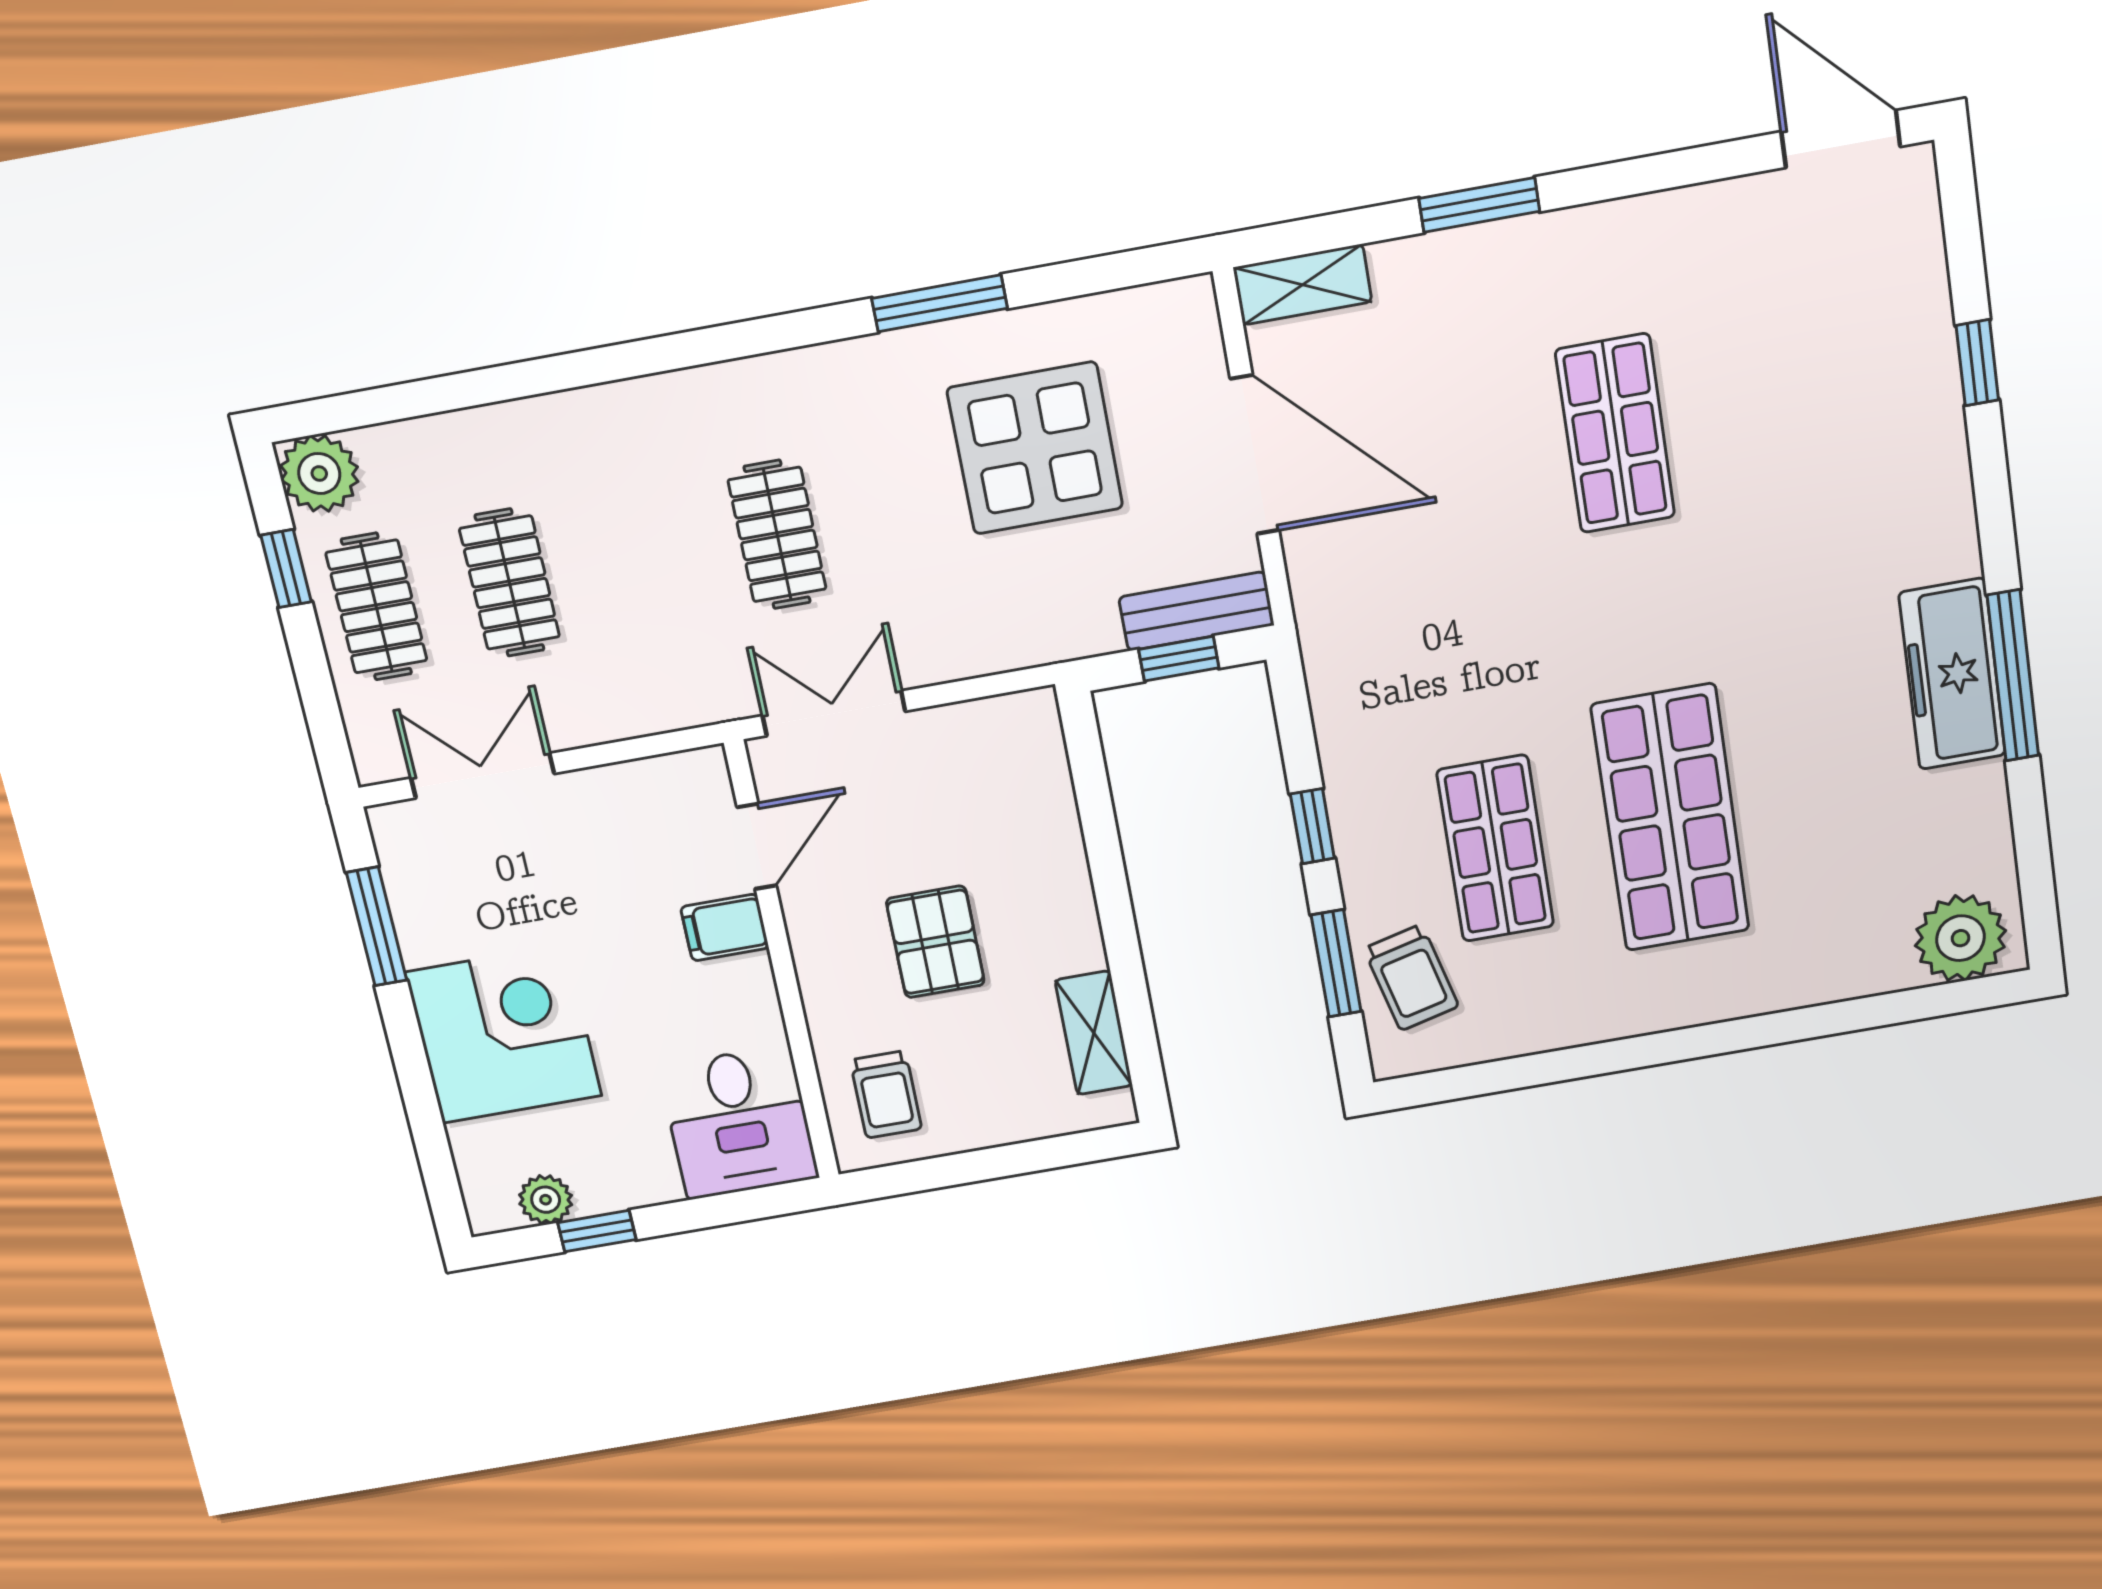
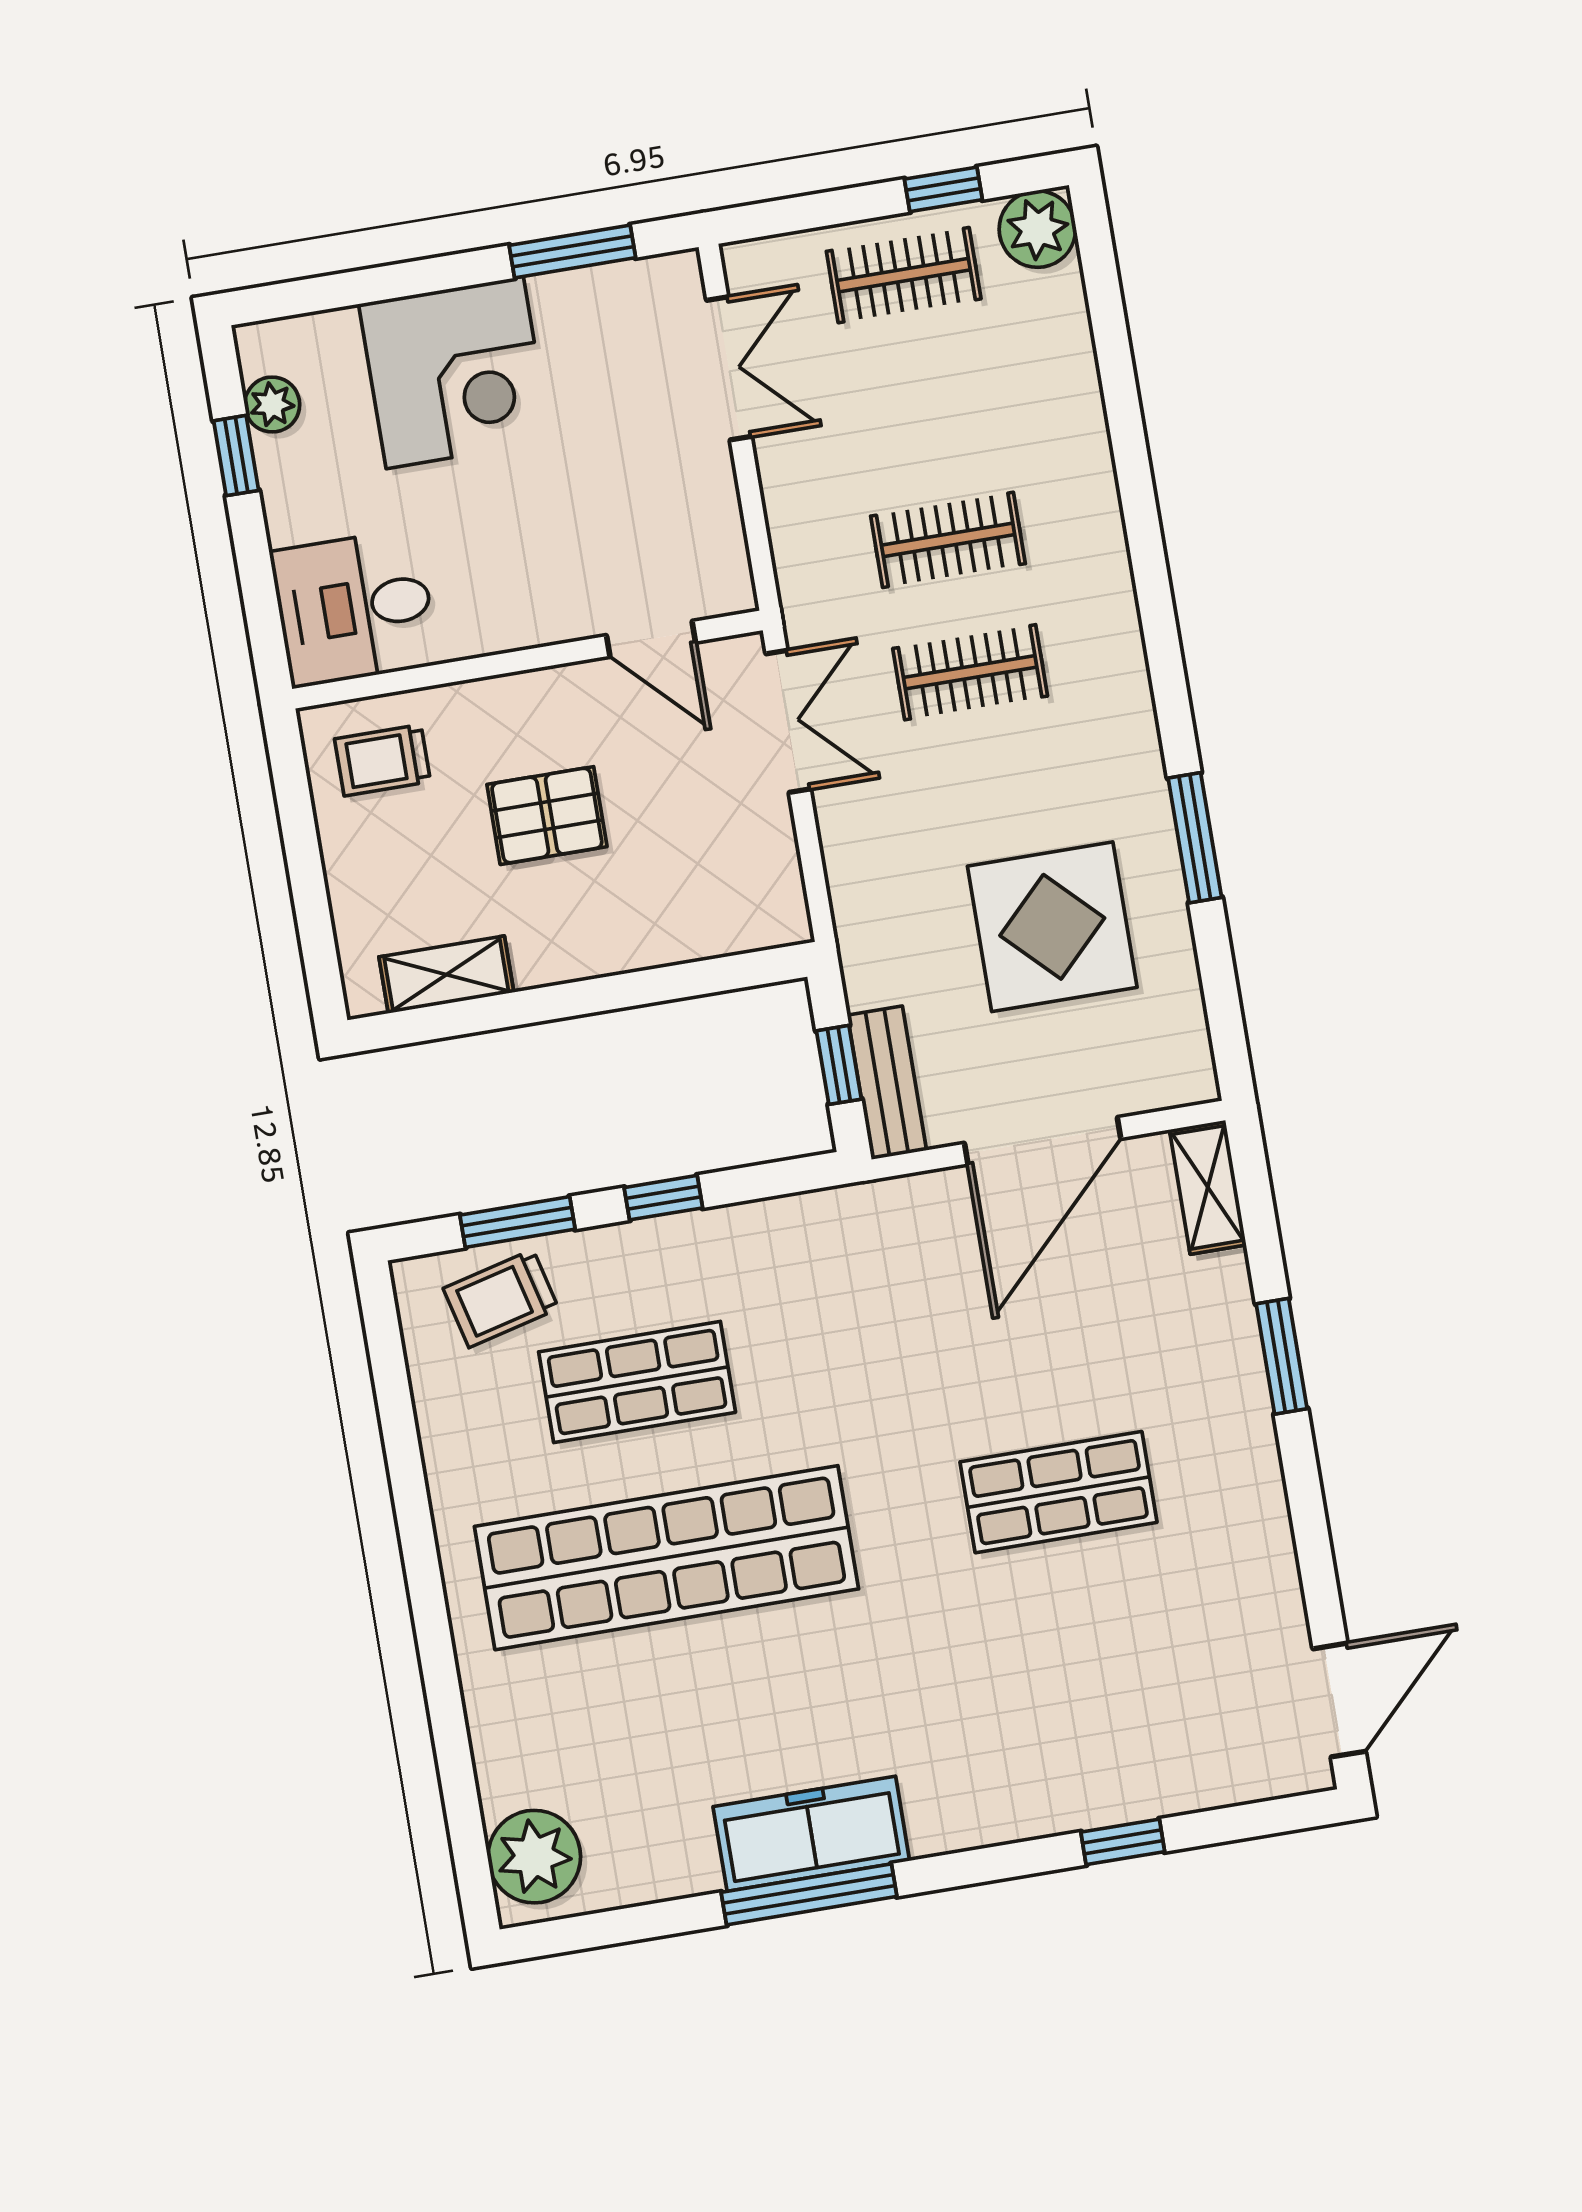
clothes rail: (510, 583) -> (948, 540), moved
shop shelf: (1670, 818) -> (666, 1558), width x1.40
filing cabinet: (725, 927) -> (566, 603), removed

